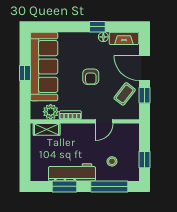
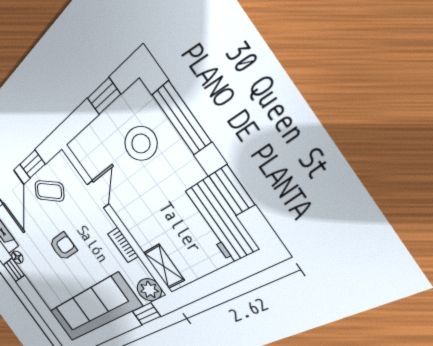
window: (25, 73) -> (146, 314), moved
plant: (51, 112) -> (149, 290), moved
door: (104, 121) -> (98, 194), hinge flipped
stool: (112, 161) -> (141, 144), width x1.89, depth x1.89
workbench: (72, 172) -> (220, 221), moved

